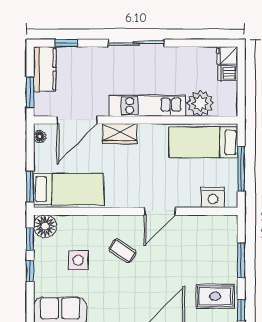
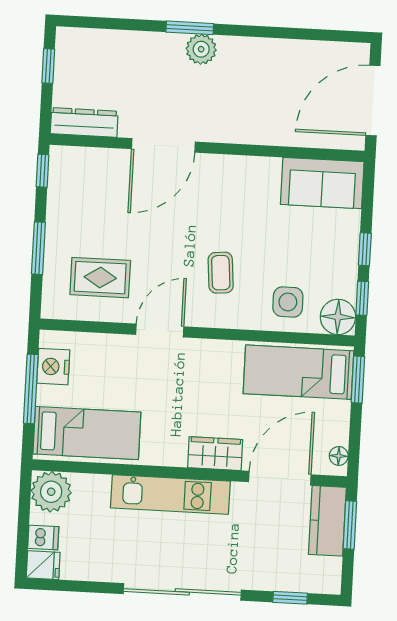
sliding door: (136, 43) -> (182, 592), width x1.36
kitchen counter: (45, 69) -> (327, 521), moved
plant: (200, 103) -> (51, 492), moved
nightstand: (213, 197) -> (53, 367), moved, turned -90
coffee table: (122, 251) -> (221, 273), turned 52
side table: (78, 260) -> (288, 302), moved
rug: (215, 296) -> (100, 278), moved

